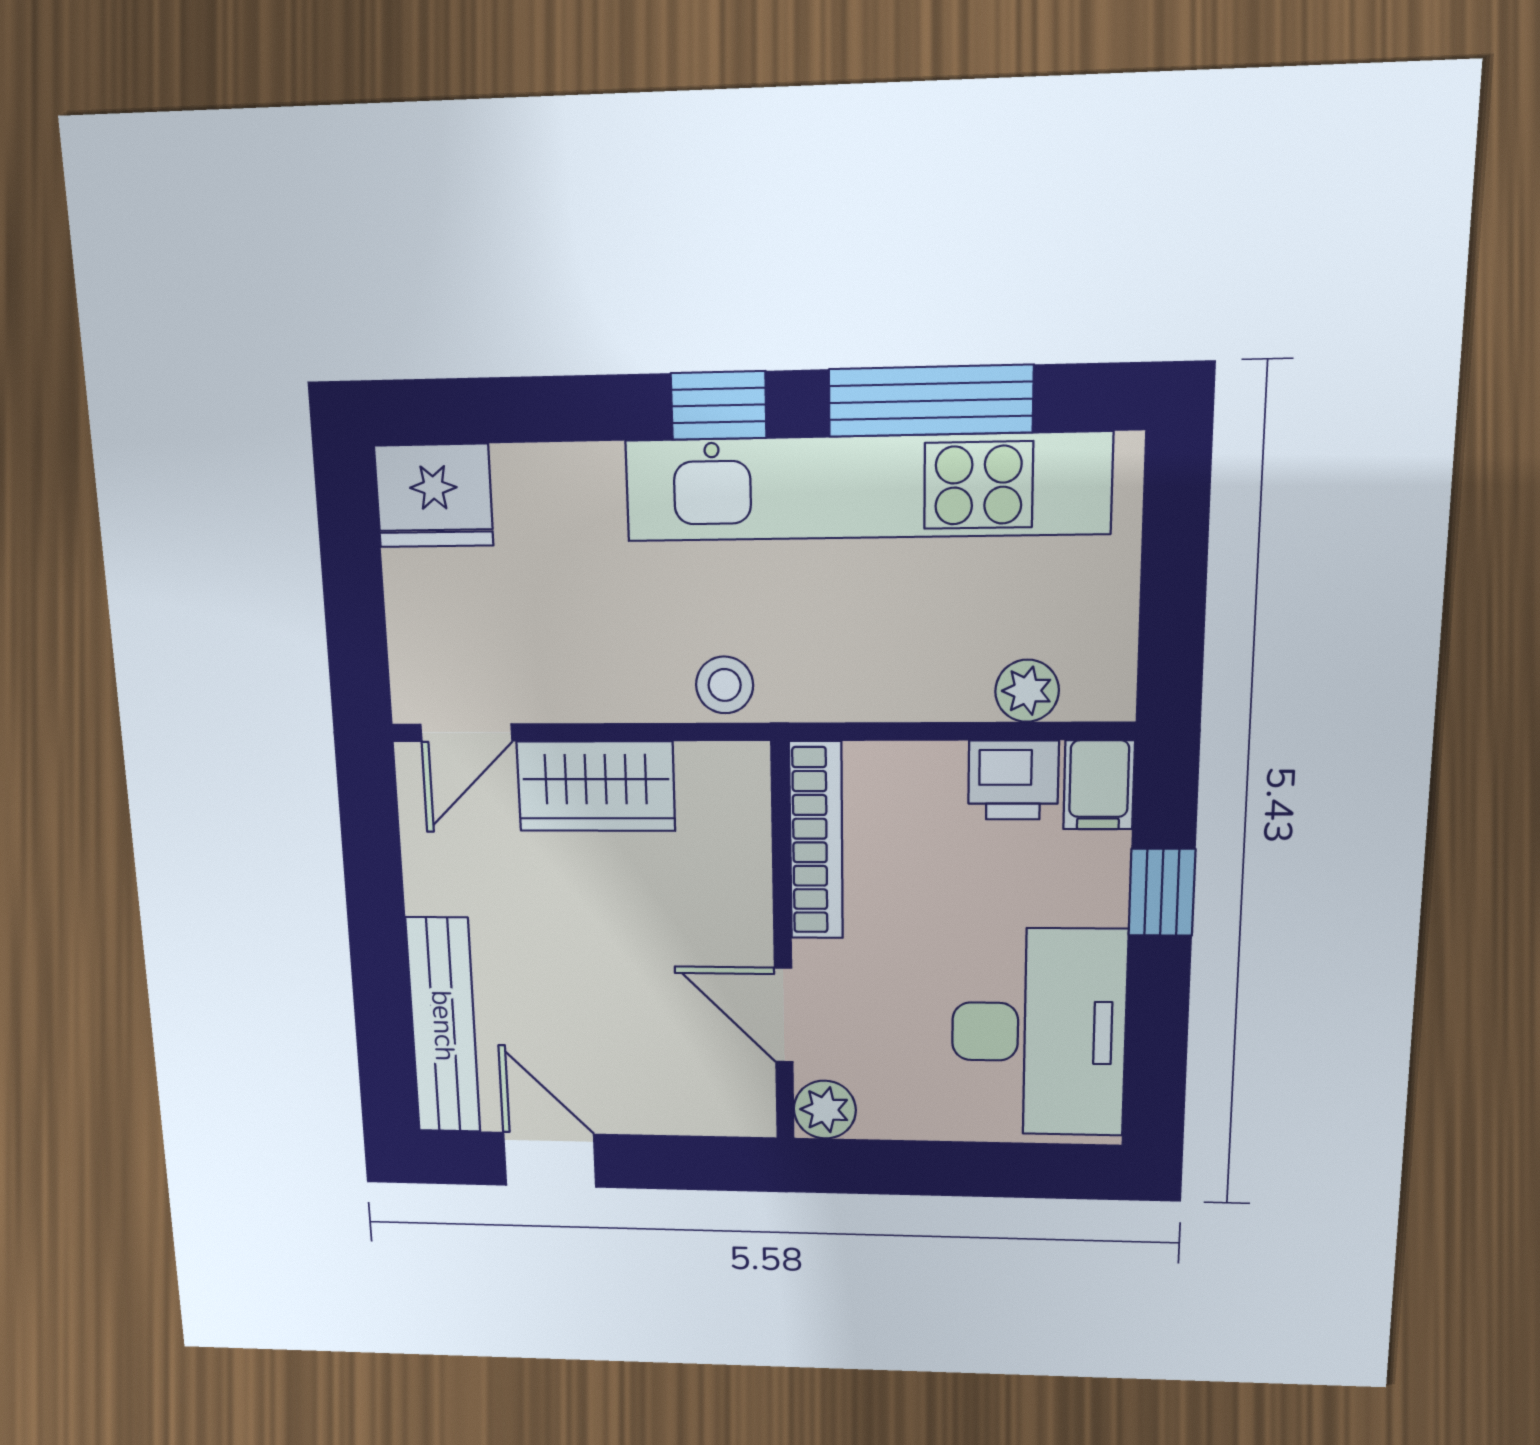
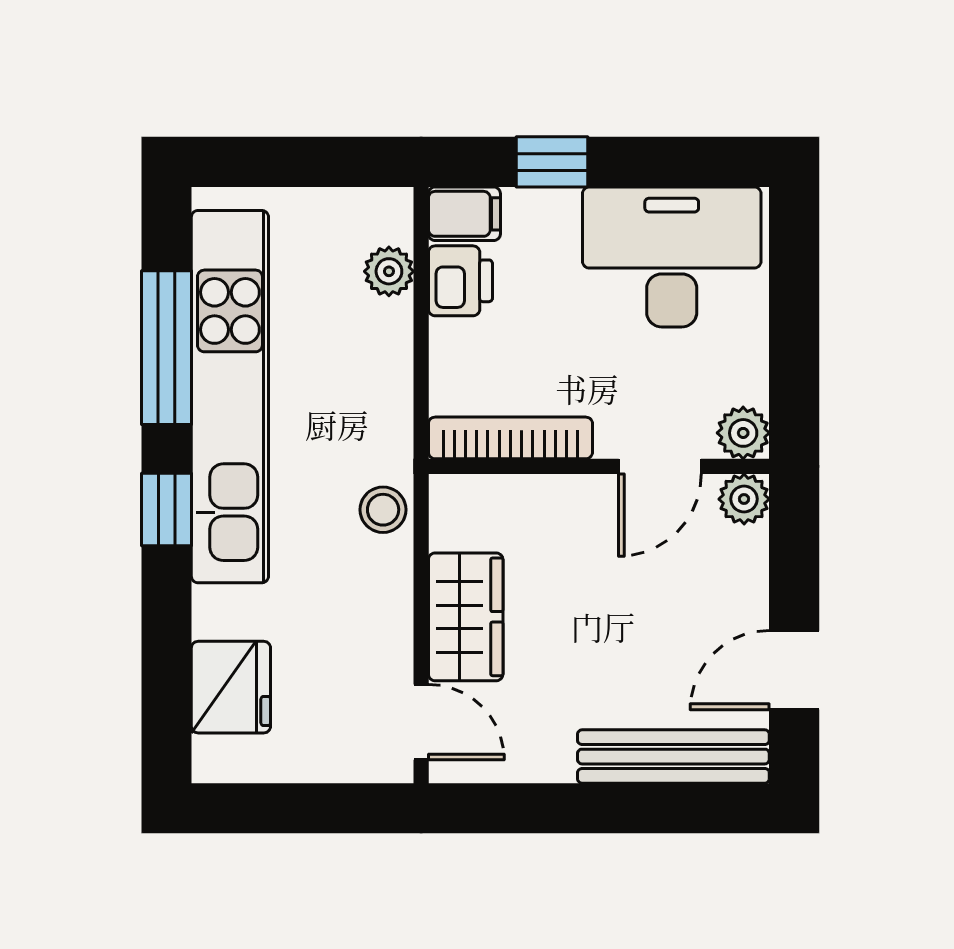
fridge: (434, 496) -> (231, 687), moved
plant: (747, 1109) -> (744, 499), added

